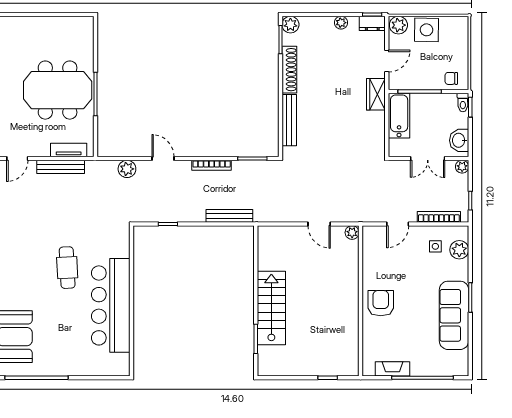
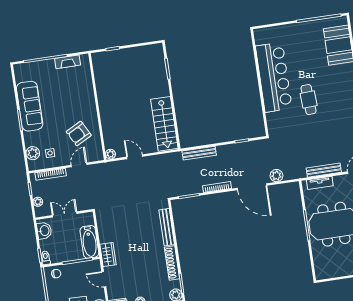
door: (387, 61) -> (104, 279), hinge flipped
door: (163, 159) -> (252, 187), width x1.88
plant: (462, 167) -> (38, 202), moved
armchair: (381, 303) -> (79, 133), moved, turned 62
stairs: (271, 308) -> (164, 124), moved

